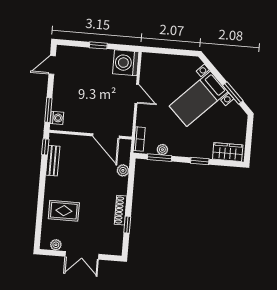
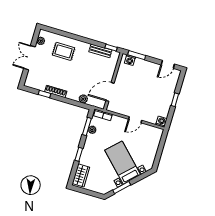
washing machine: (126, 63) -> (161, 122), width x0.53, depth x0.53
door: (52, 65) -> (168, 64), swing flipped
rug: (64, 211) -> (64, 51), turned 90

